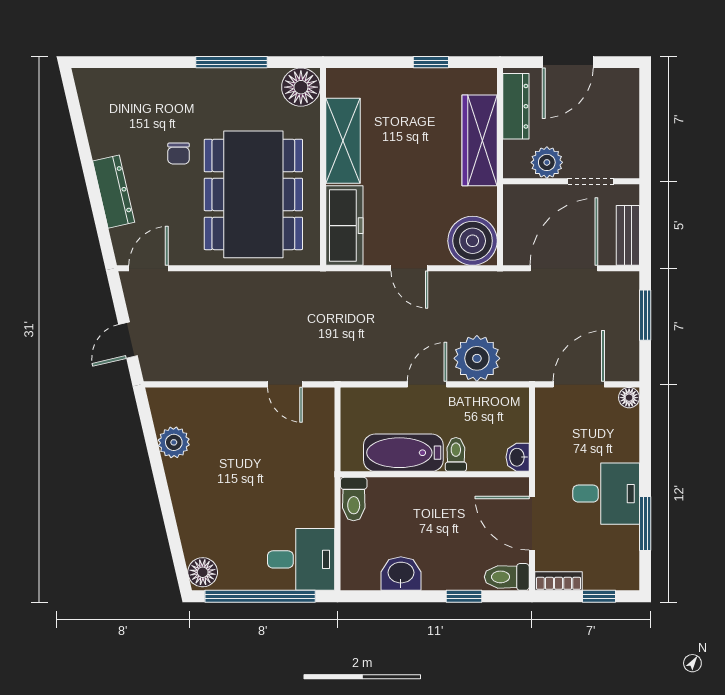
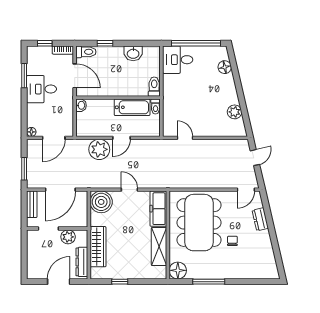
dresser: (114, 192) -> (260, 219), width x0.70
toilet: (456, 454) -> (155, 107), moved
floor lamp: (203, 572) -> (225, 67), moved

